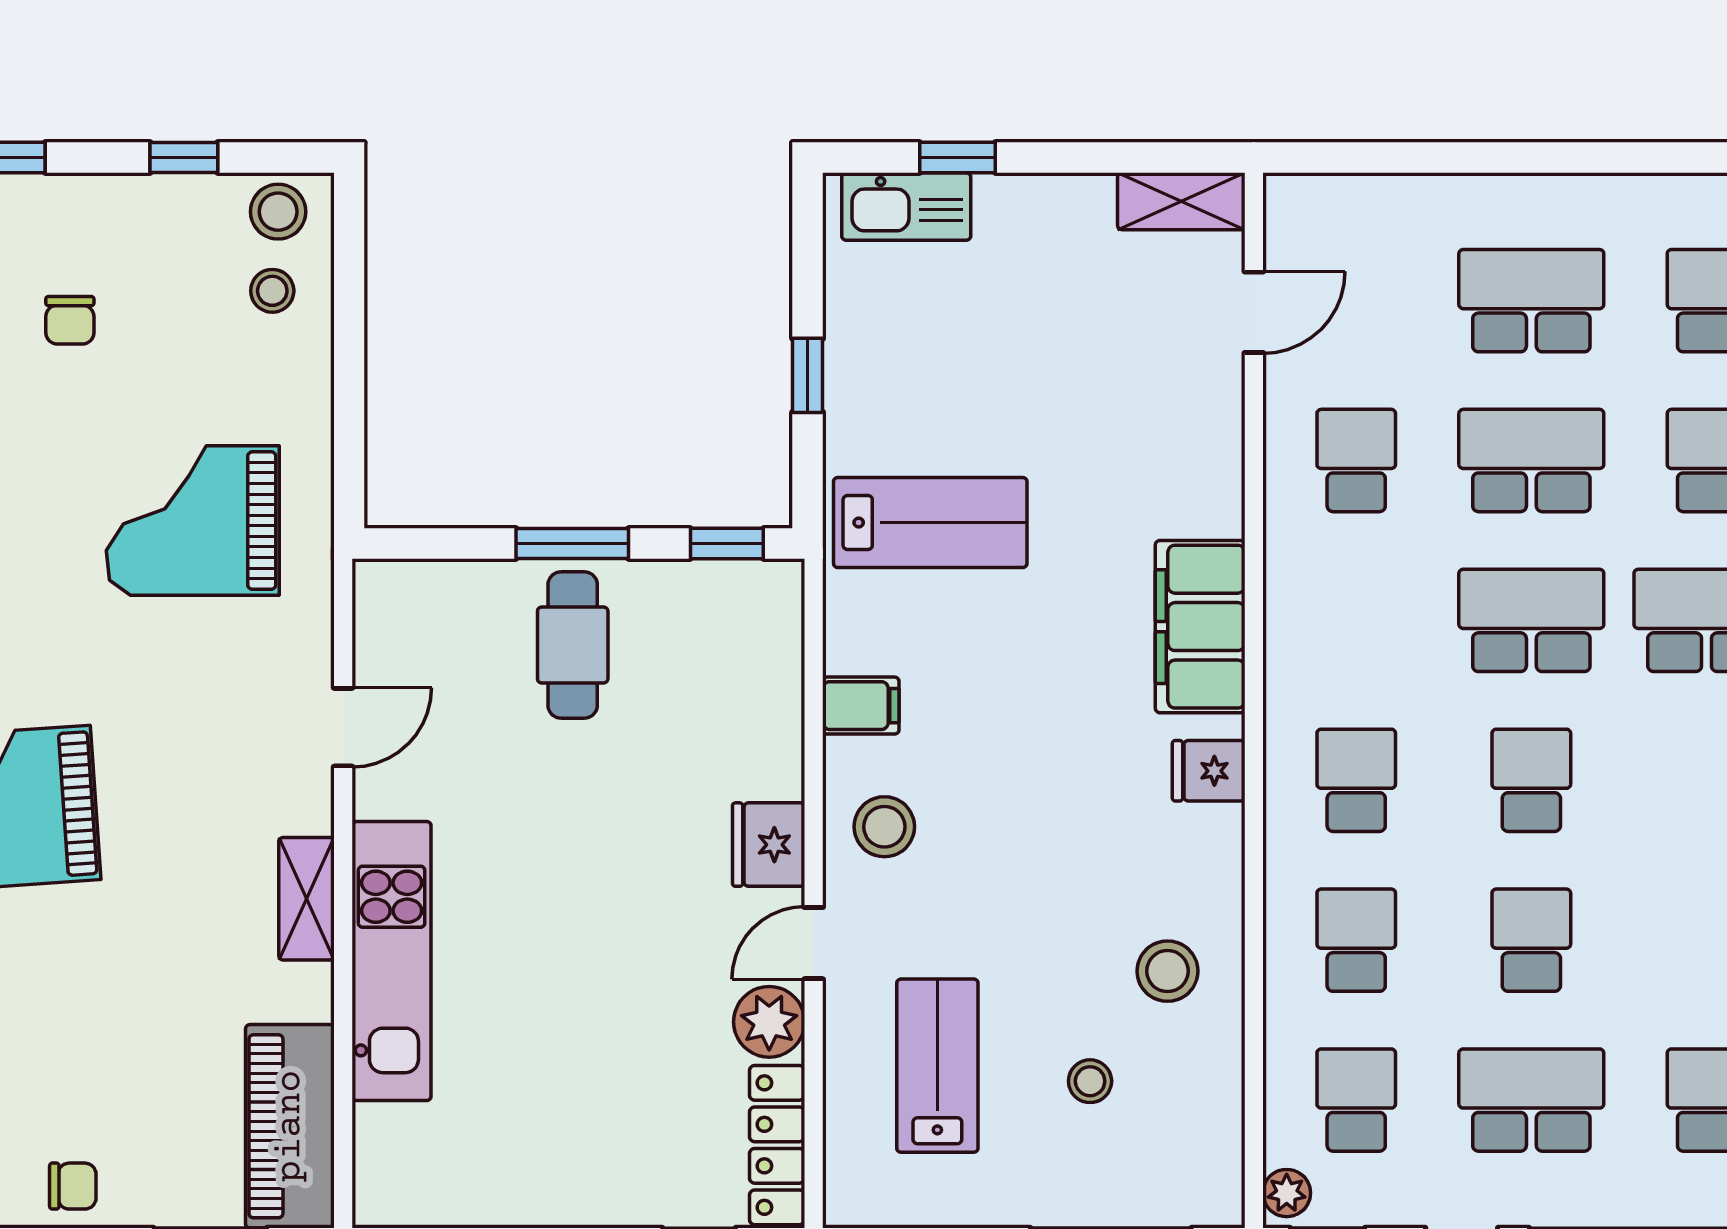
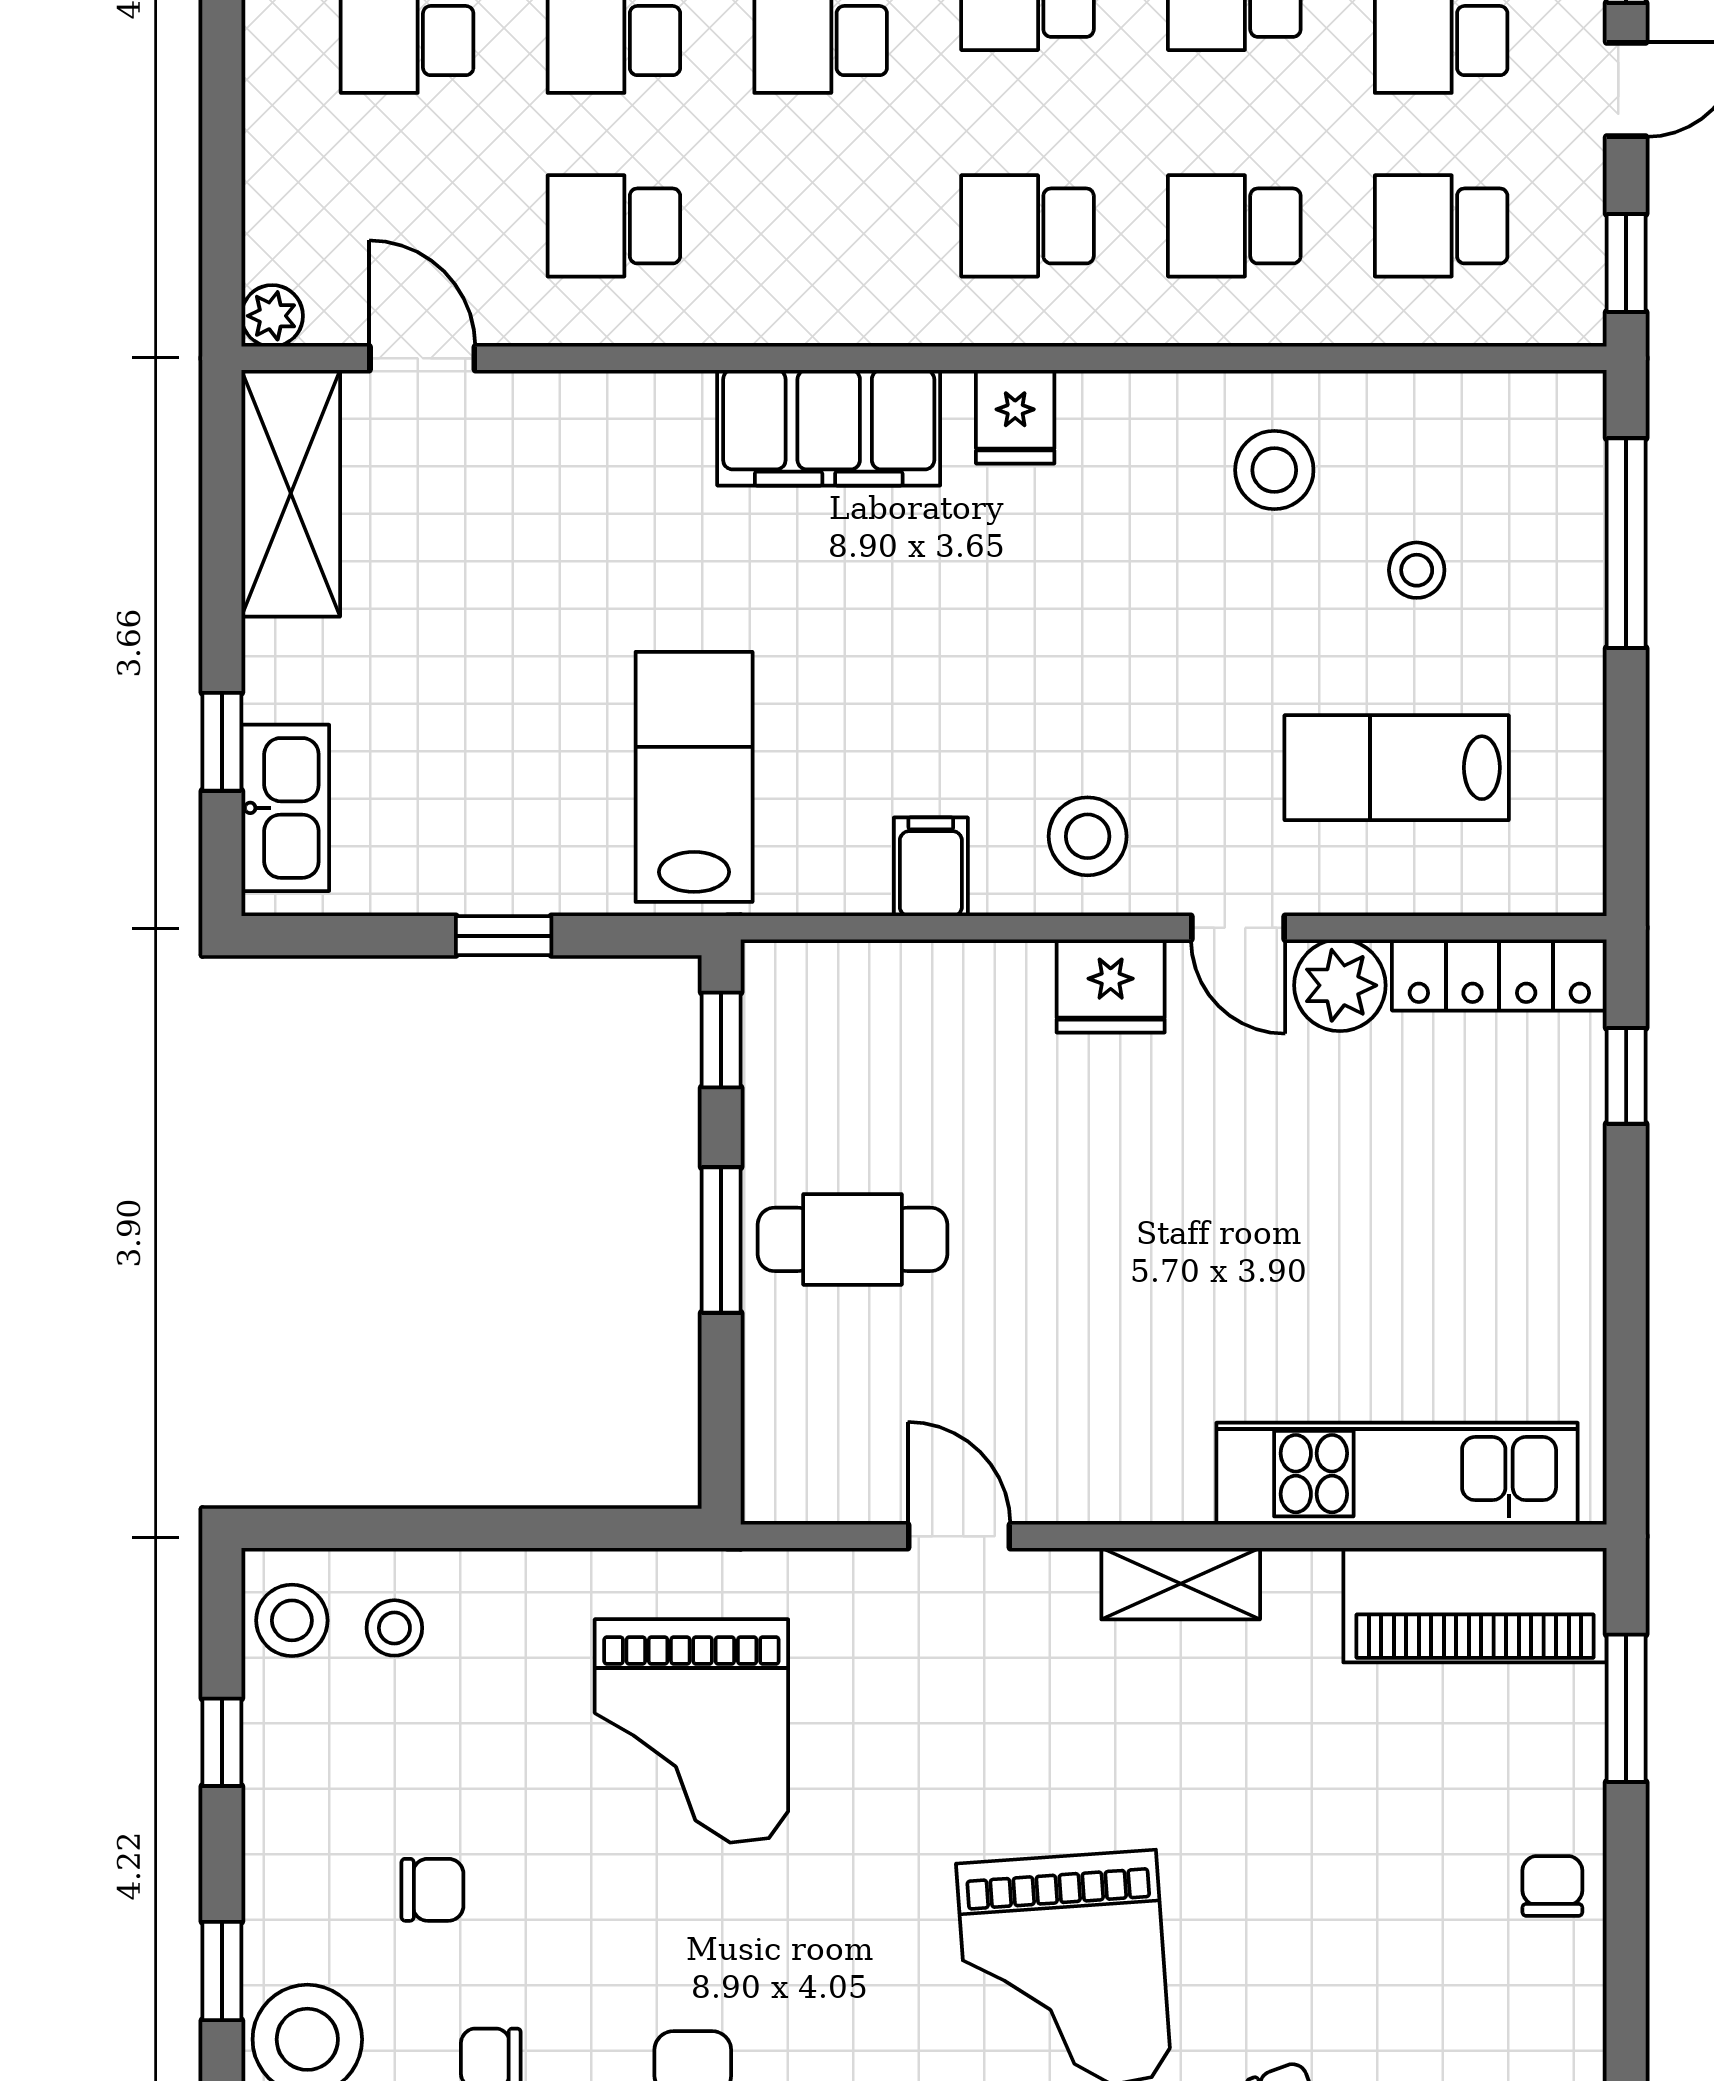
shelving: (1181, 201) -> (291, 493), width x1.50, depth x1.33
kitchen unit: (392, 961) -> (1397, 1474), moved
plant: (1287, 1193) -> (272, 316), moved

